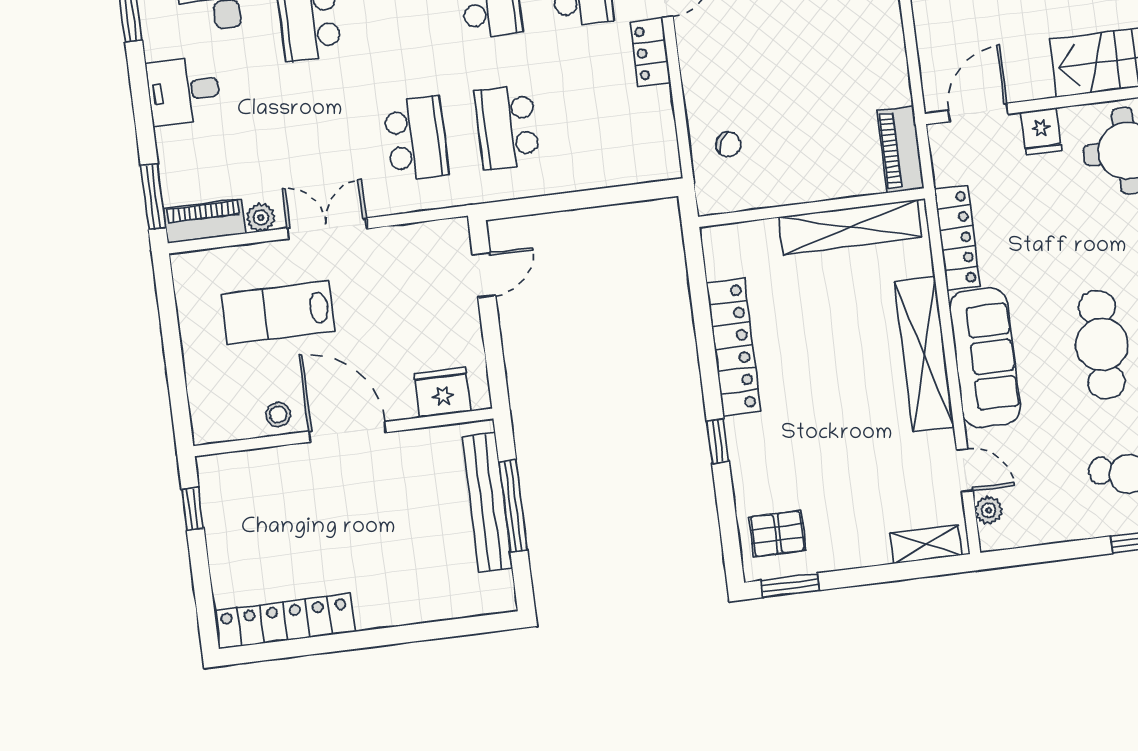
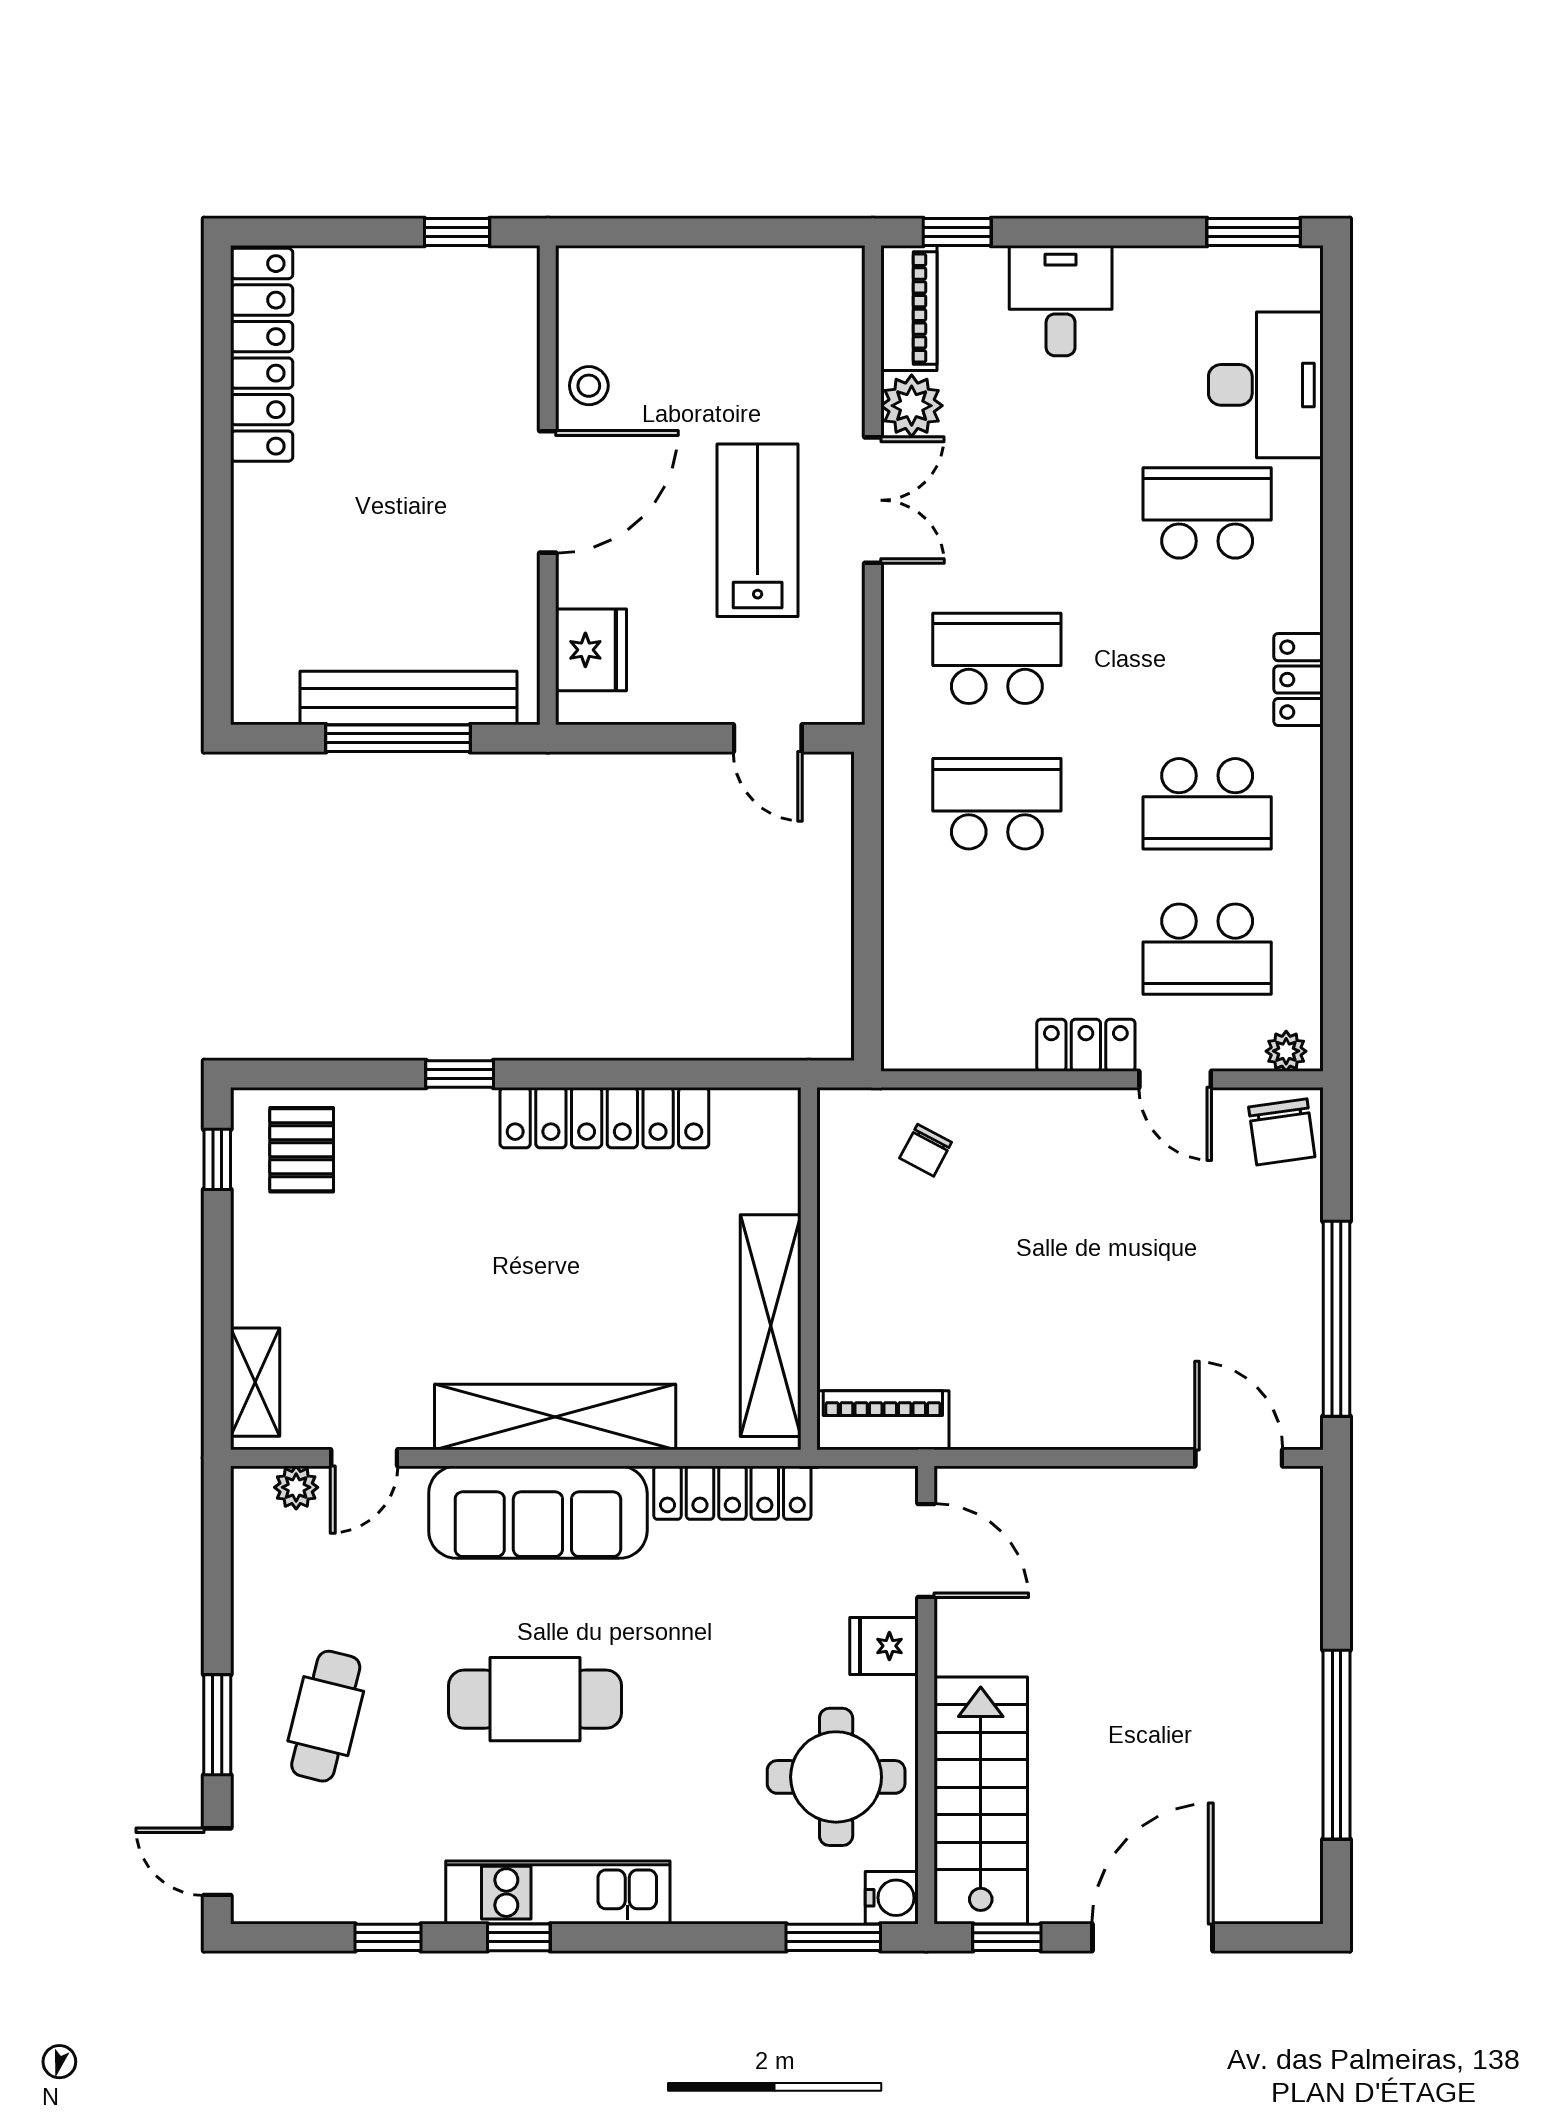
desk: (183, 91) -> (1061, 301), moved
school desk: (416, 139) -> (997, 658), turned 180
window: (153, 197) -> (957, 232), width x0.67
plant: (261, 218) -> (912, 406), width x1.38, depth x1.38
lab bench: (278, 313) -> (758, 530), moved
window: (790, 585) -> (217, 1159), width x0.67

